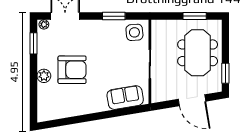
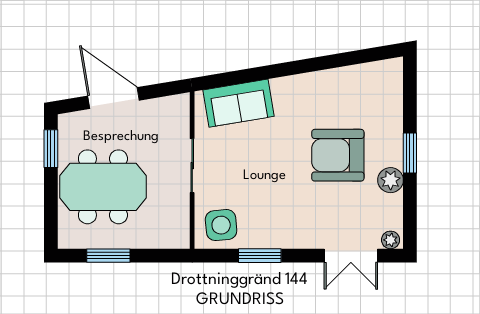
window: (34, 43) -> (410, 153), moved
meeting table: (198, 53) -> (103, 187), turned 90
plant: (44, 76) -> (391, 180), moved

